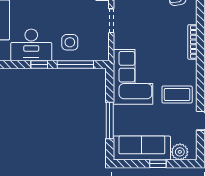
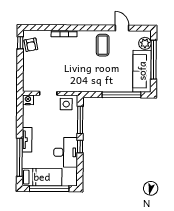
side table: (70, 42) -> (66, 104), moved
corner sofa: (133, 77) -> (90, 78), removed
window: (110, 120) -> (122, 95), width x1.46
window: (158, 164) -> (154, 60), width x3.17

